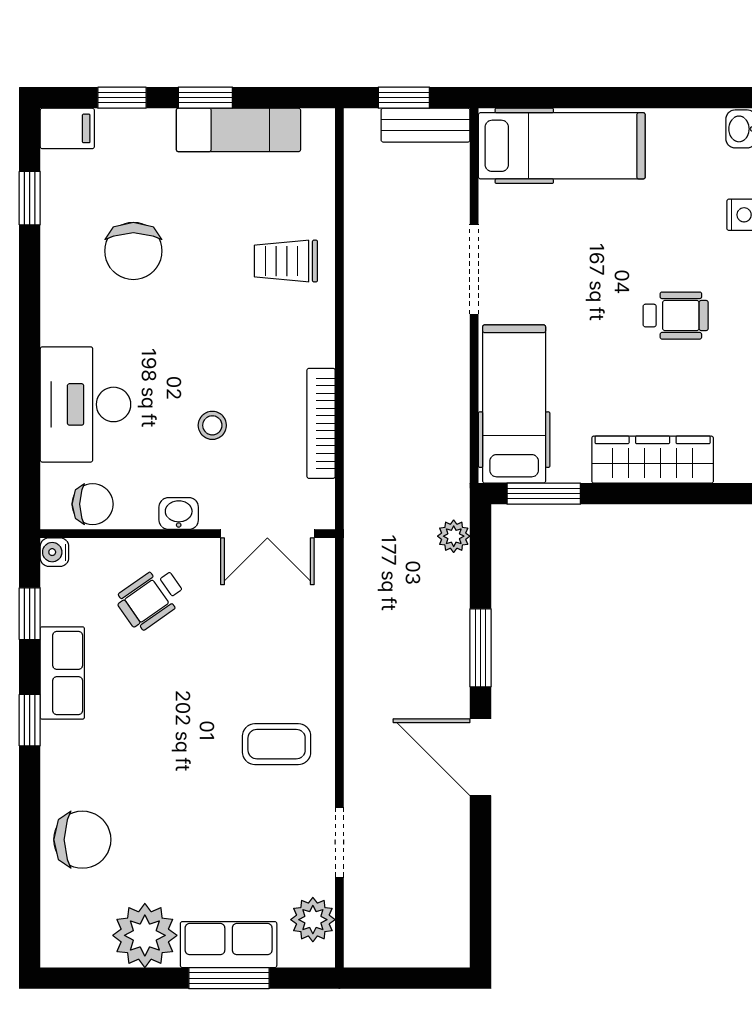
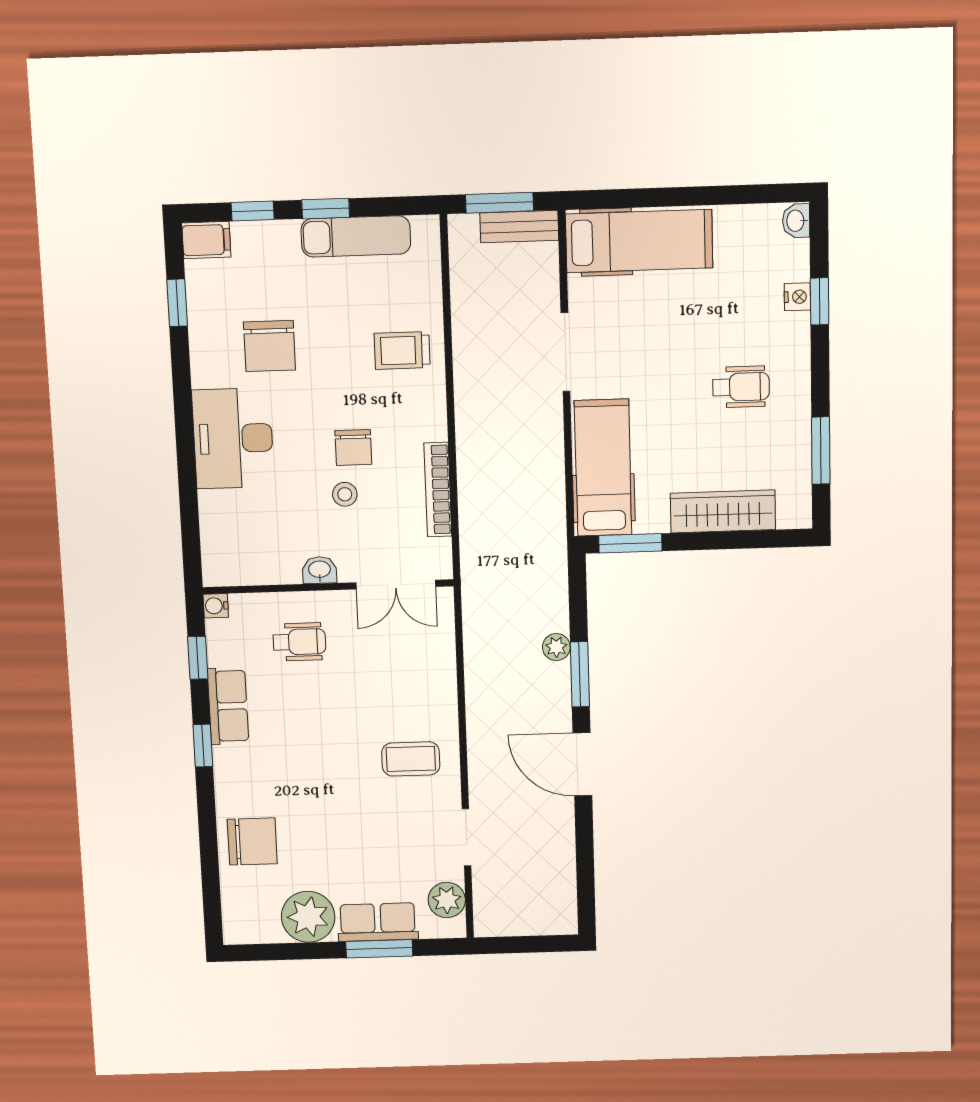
window: (404, 98) -> (500, 203), width x1.50
desk: (85, 404) -> (233, 438), moved
chair: (93, 504) -> (353, 447), moved, turned 90
plant: (454, 536) -> (556, 647), moved
wheelchair: (151, 598) -> (299, 642), turned -145

